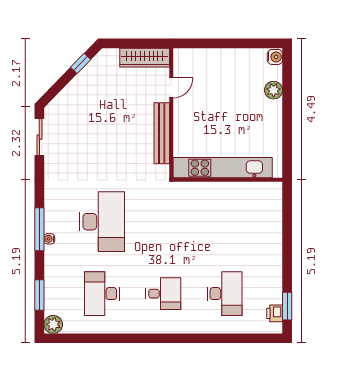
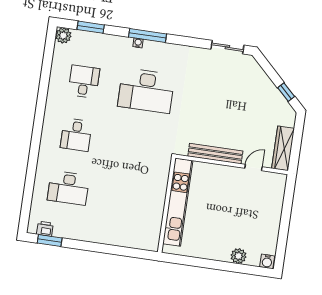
door: (171, 88) -> (253, 168), swing flipped
desk: (102, 294) -> (84, 82), width x0.73

